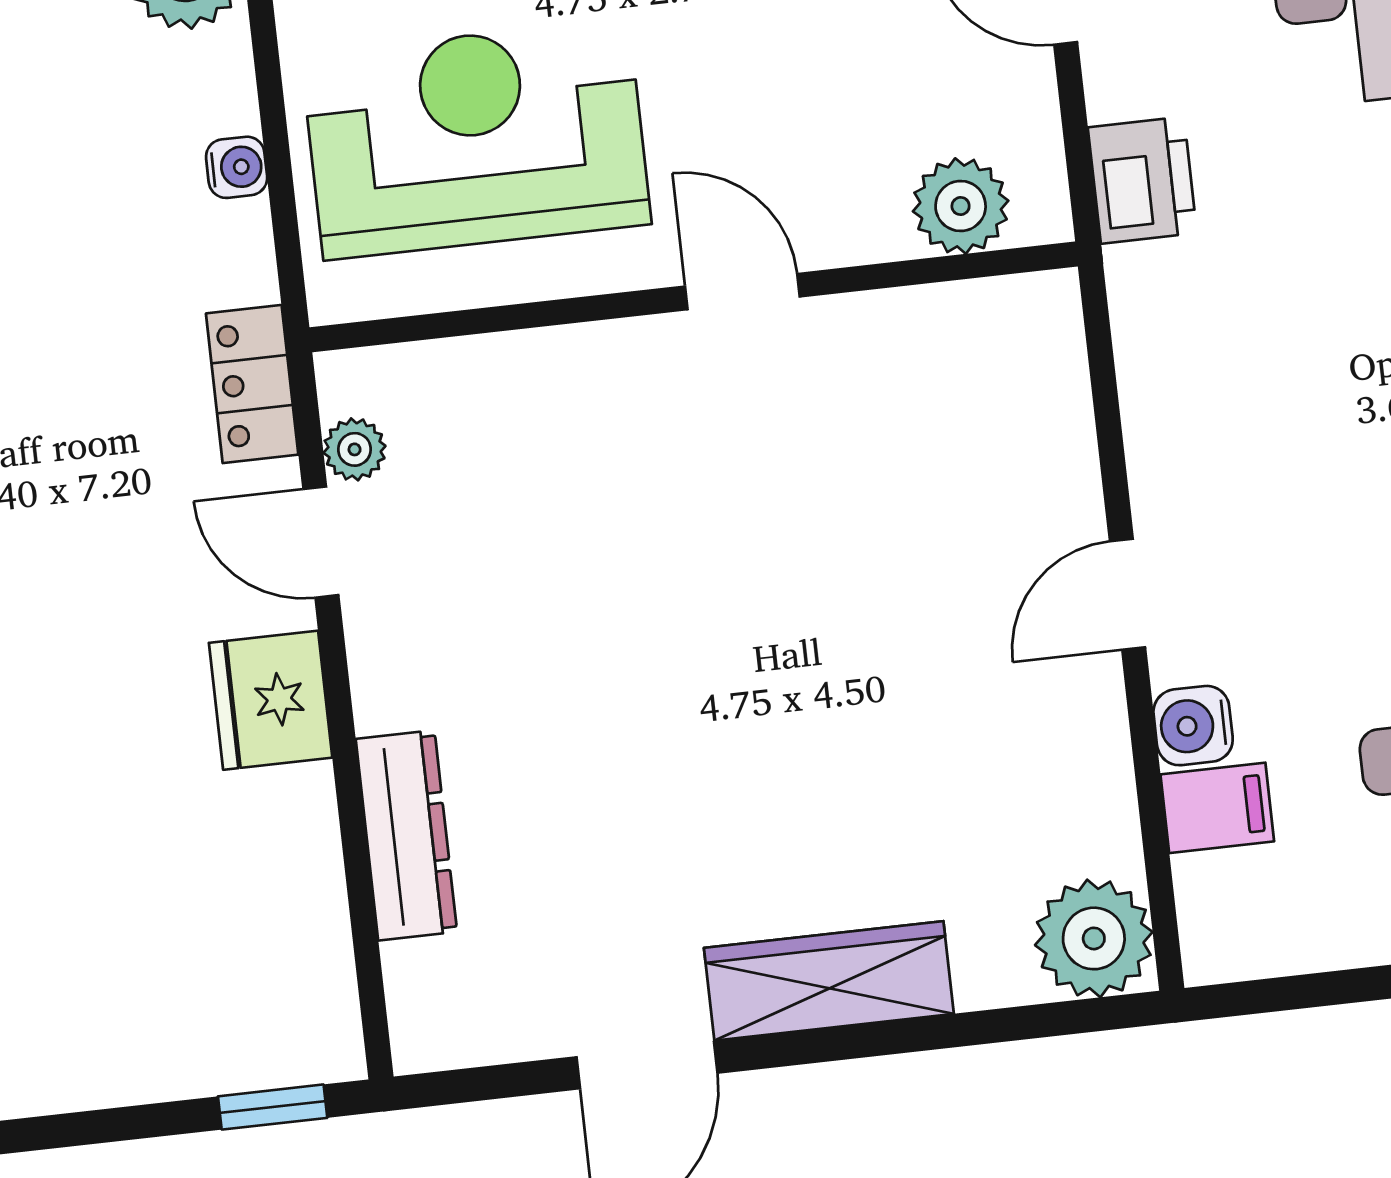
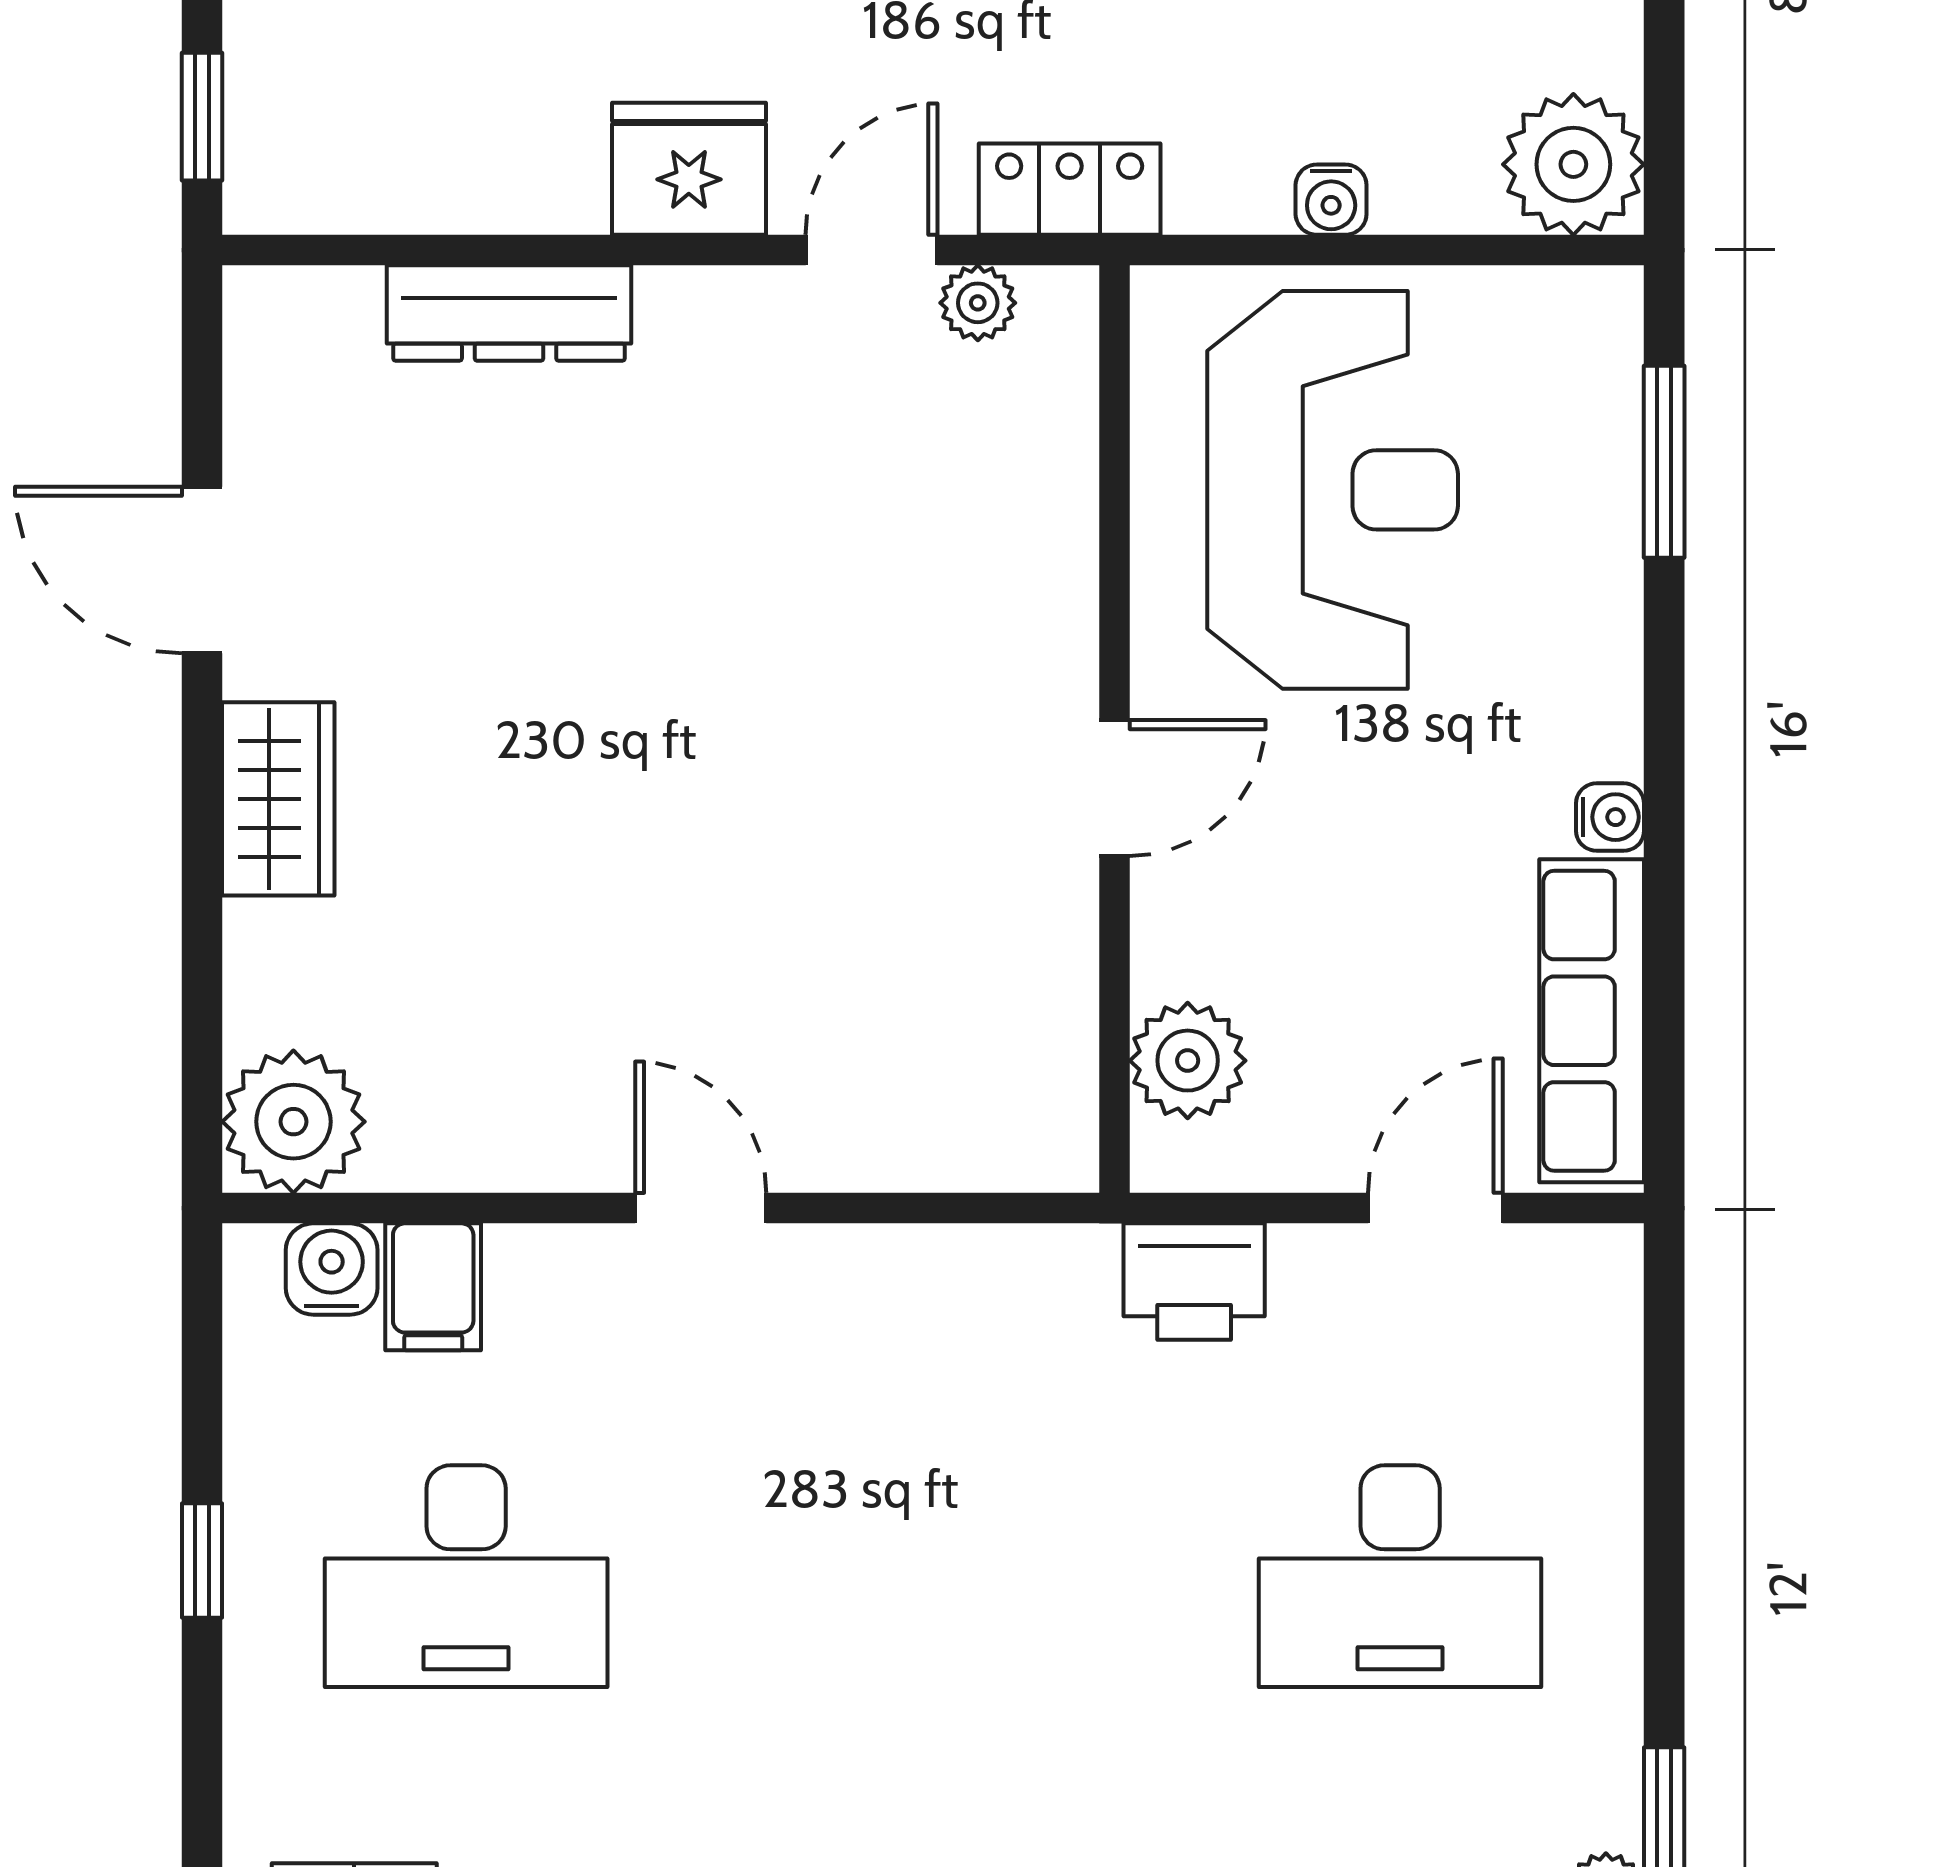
water cooler: (1193, 726) -> (332, 1269), moved
wardrobe: (829, 981) -> (278, 799), width x0.67

